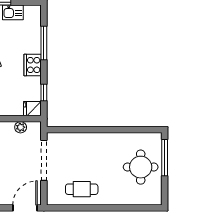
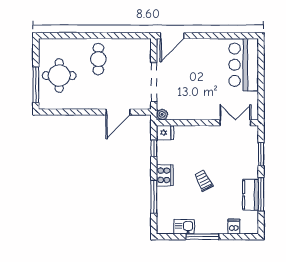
plant: (21, 127) -> (162, 114), moved
door: (80, 130) -> (118, 112), added
cafe table: (82, 189) -> (98, 59), moved, turned 90

